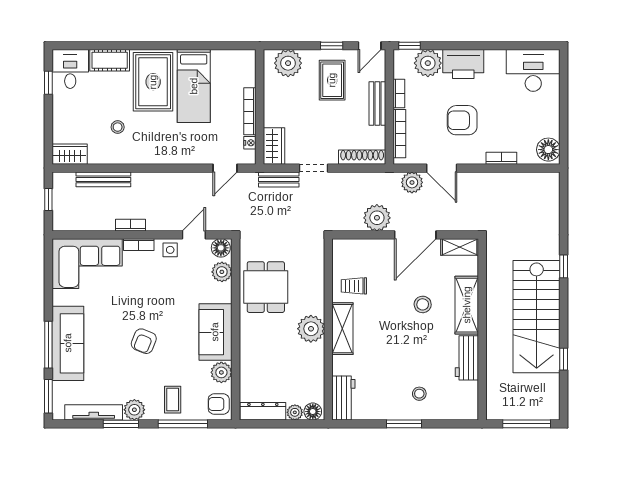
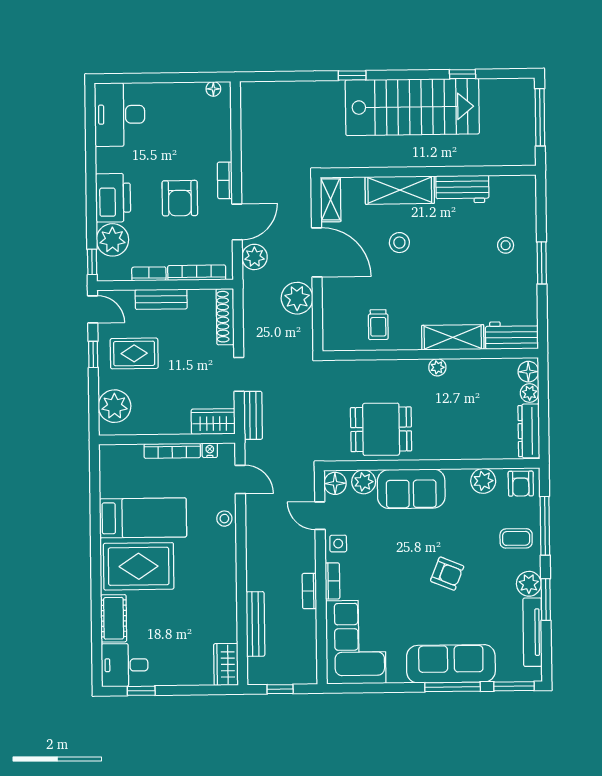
stool: (118, 127) -> (224, 519), moved
floor lamp: (548, 150) -> (213, 89), width x0.53, depth x0.53
bookcase: (501, 158) -> (225, 180), moved
plant: (311, 329) -> (437, 367), width x0.53, depth x0.53
shelving: (342, 329) -> (453, 337), moved
sofa: (215, 332) -> (411, 489), moved

